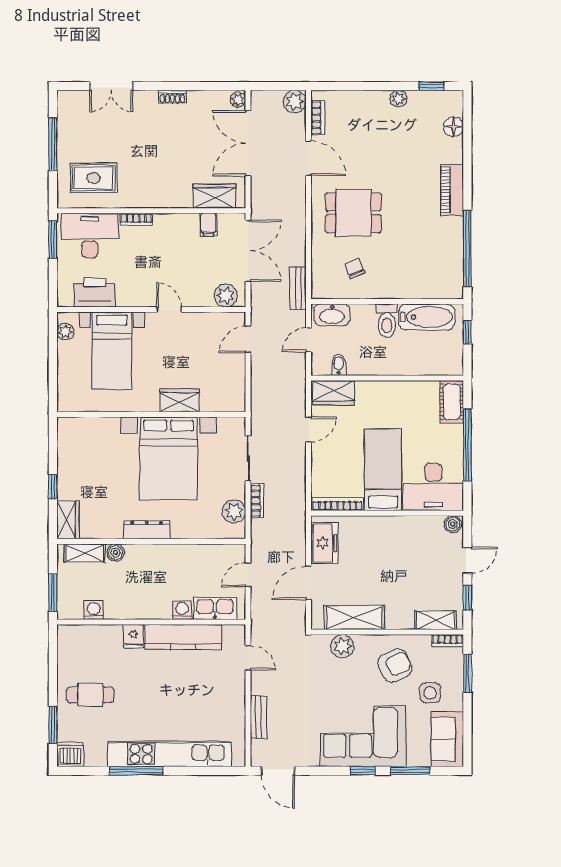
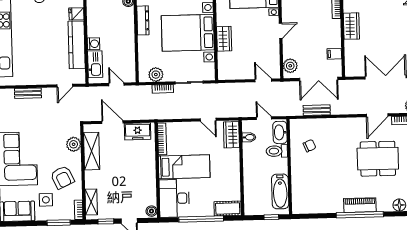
wardrobe: (214, 196) -> (351, 26), moved
dining table: (353, 213) -> (378, 159), moved, width x1.38
window: (467, 248) -> (360, 215), moved
bench: (298, 288) -> (317, 110), moved
toilet: (387, 321) -> (277, 151), moved

